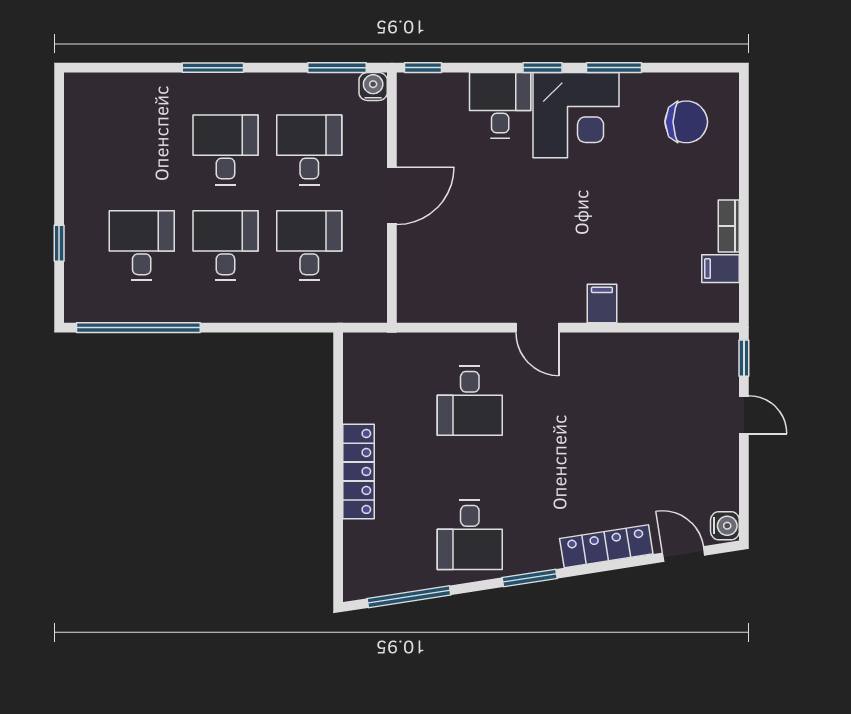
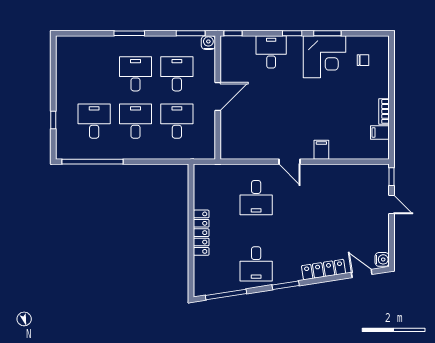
corner desk: (576, 115) -> (325, 57), moved
chair: (686, 122) -> (363, 60), width x0.54, depth x0.54

